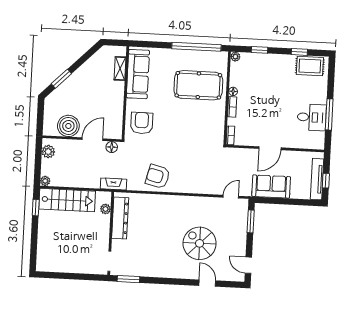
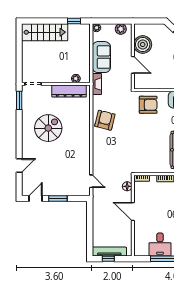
floor lamp: (112, 147) -> (127, 186), moved
sofa: (271, 187) -> (101, 57), moved
stairs: (67, 200) -> (45, 32), moved, turned -90
window: (251, 221) -> (58, 199), moved
spiral stairs: (200, 243) -> (48, 128), moved

